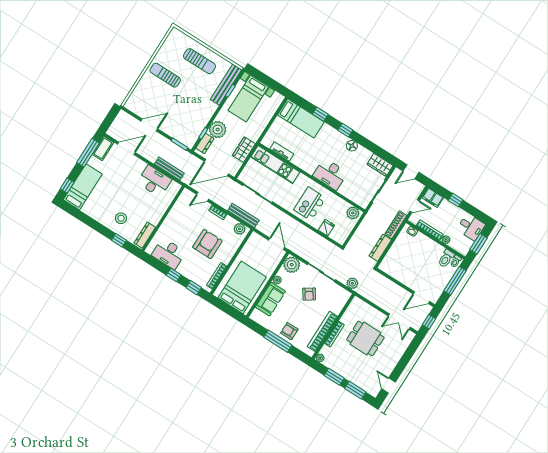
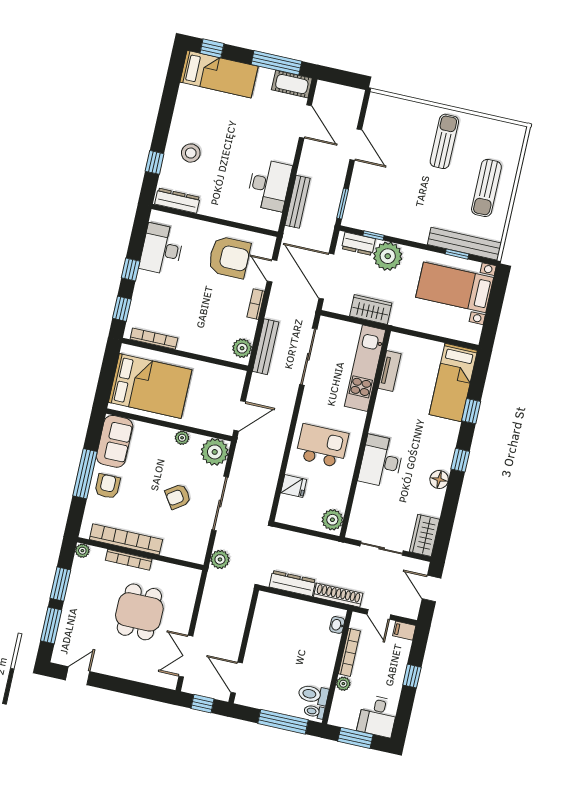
filing cabinet: (433, 198) -> (404, 631), width x0.50
armchair: (207, 244) -> (229, 257), moved
sofa: (270, 299) -> (115, 441), moved, turned -90

